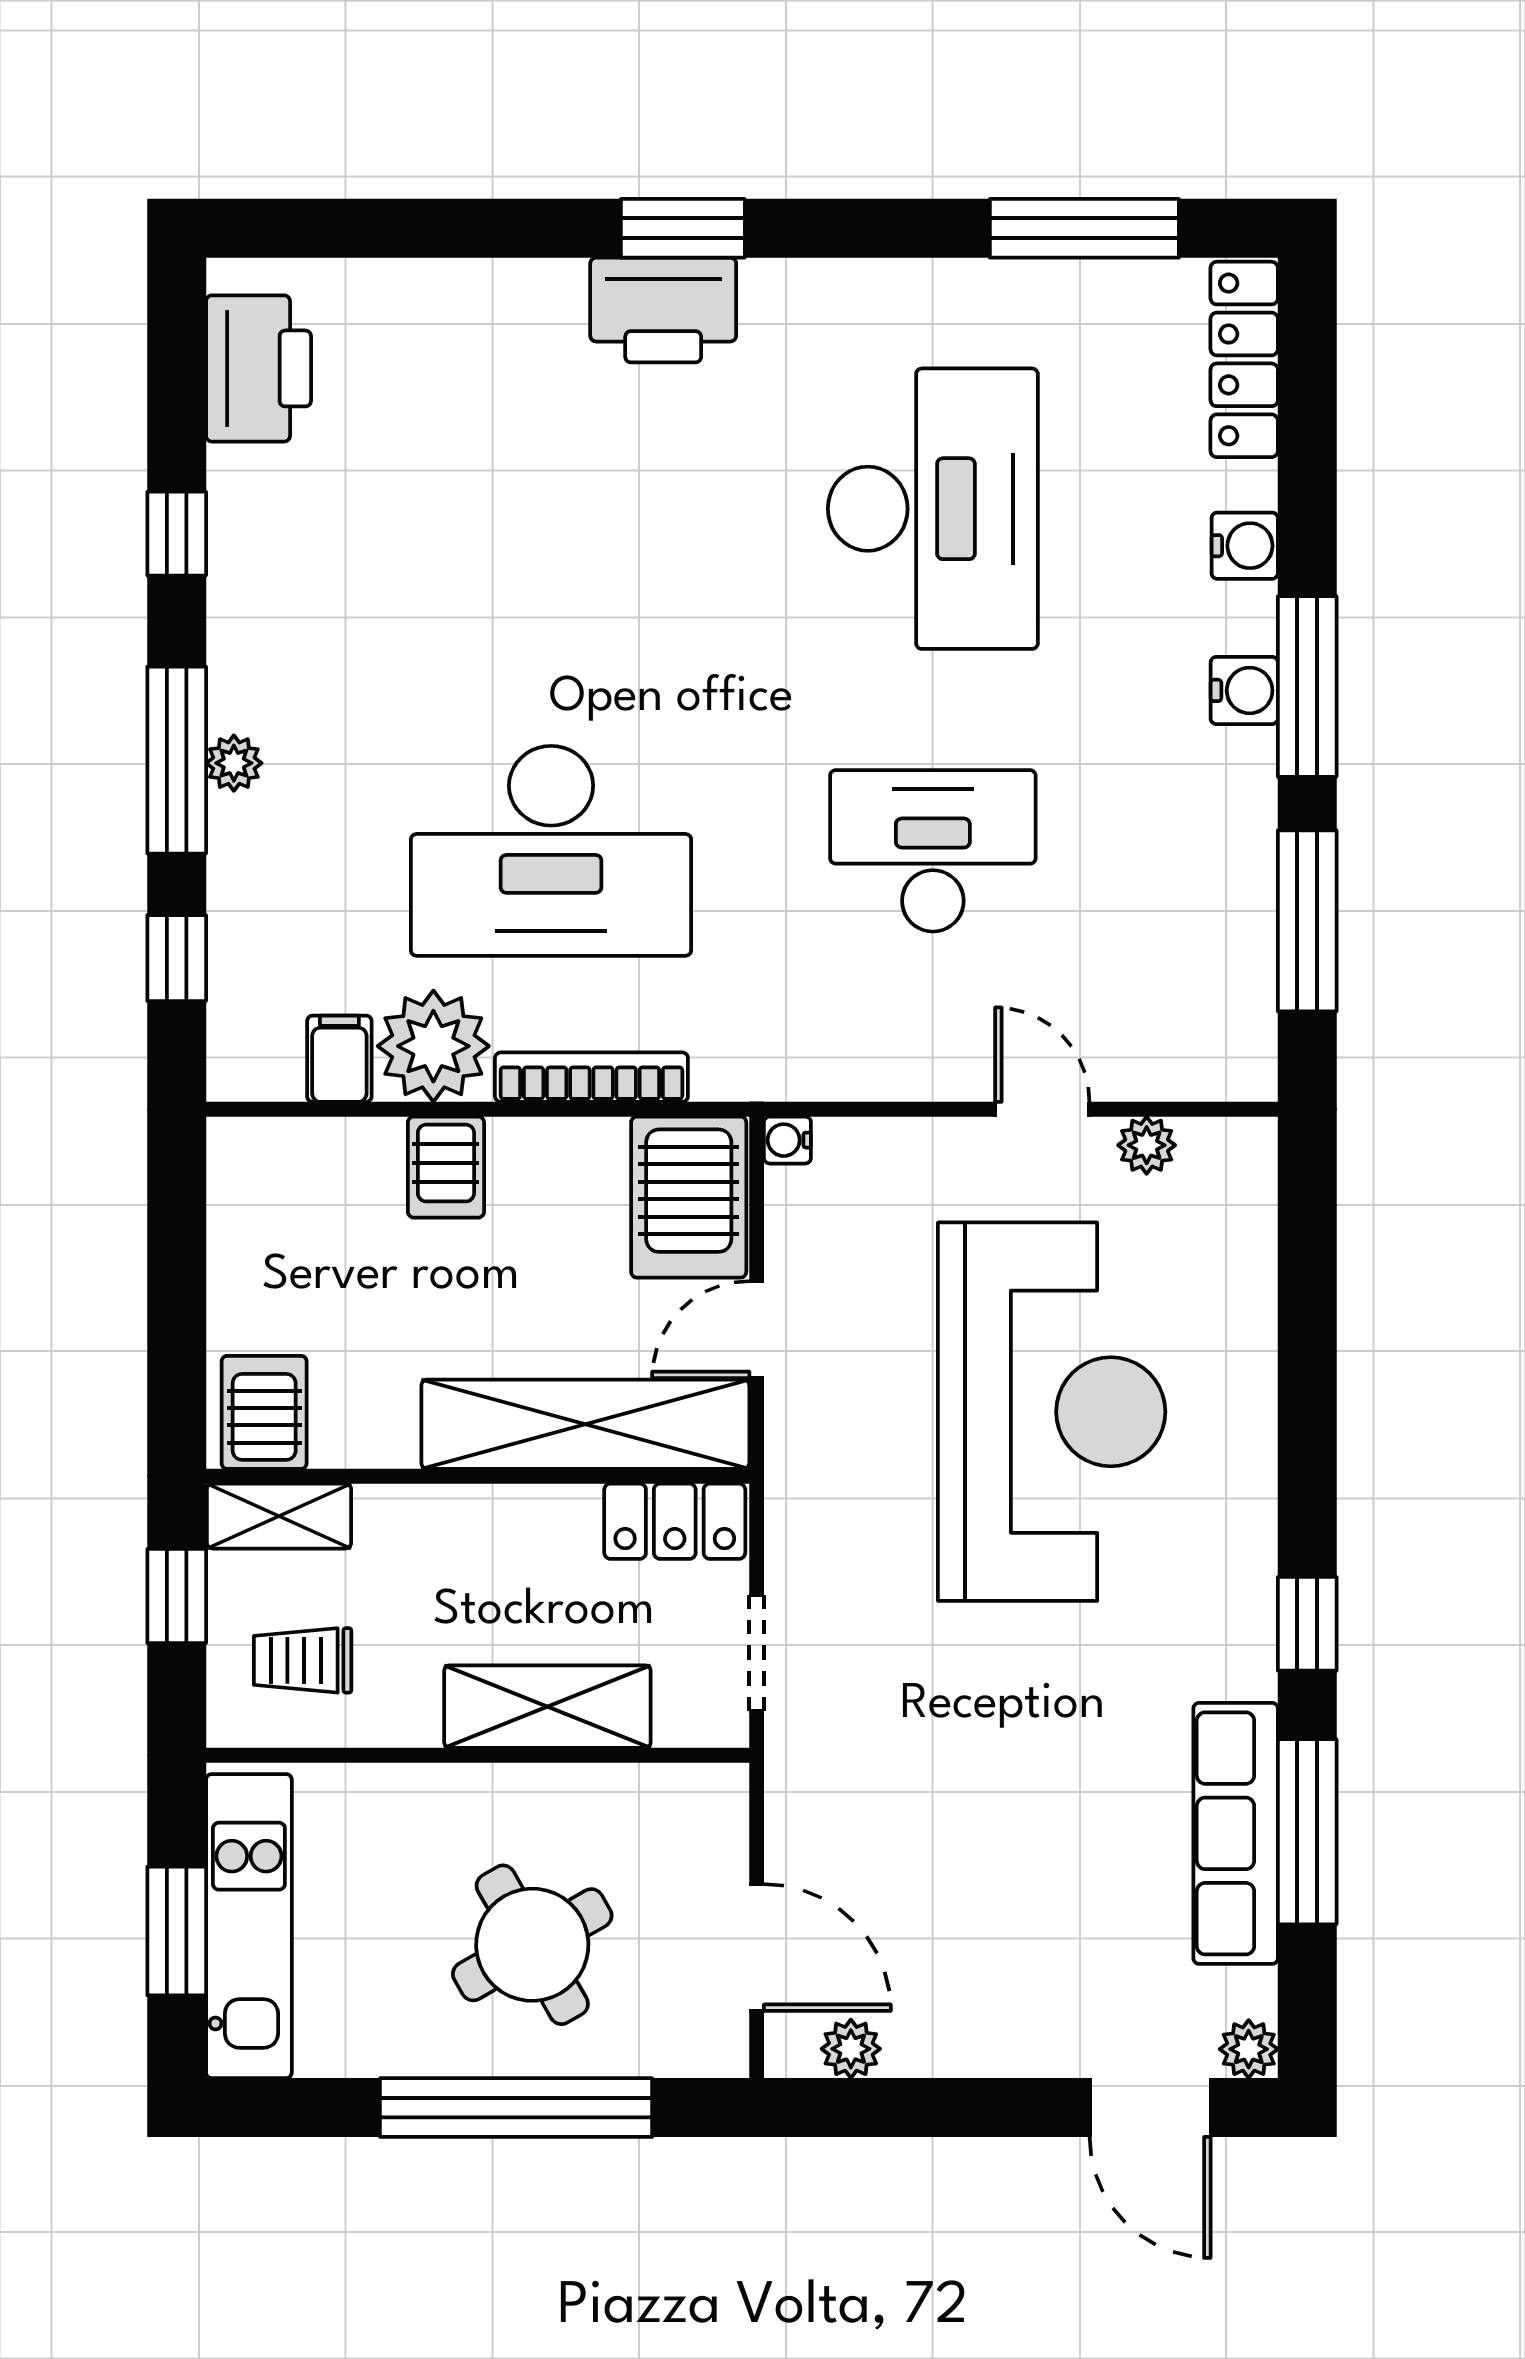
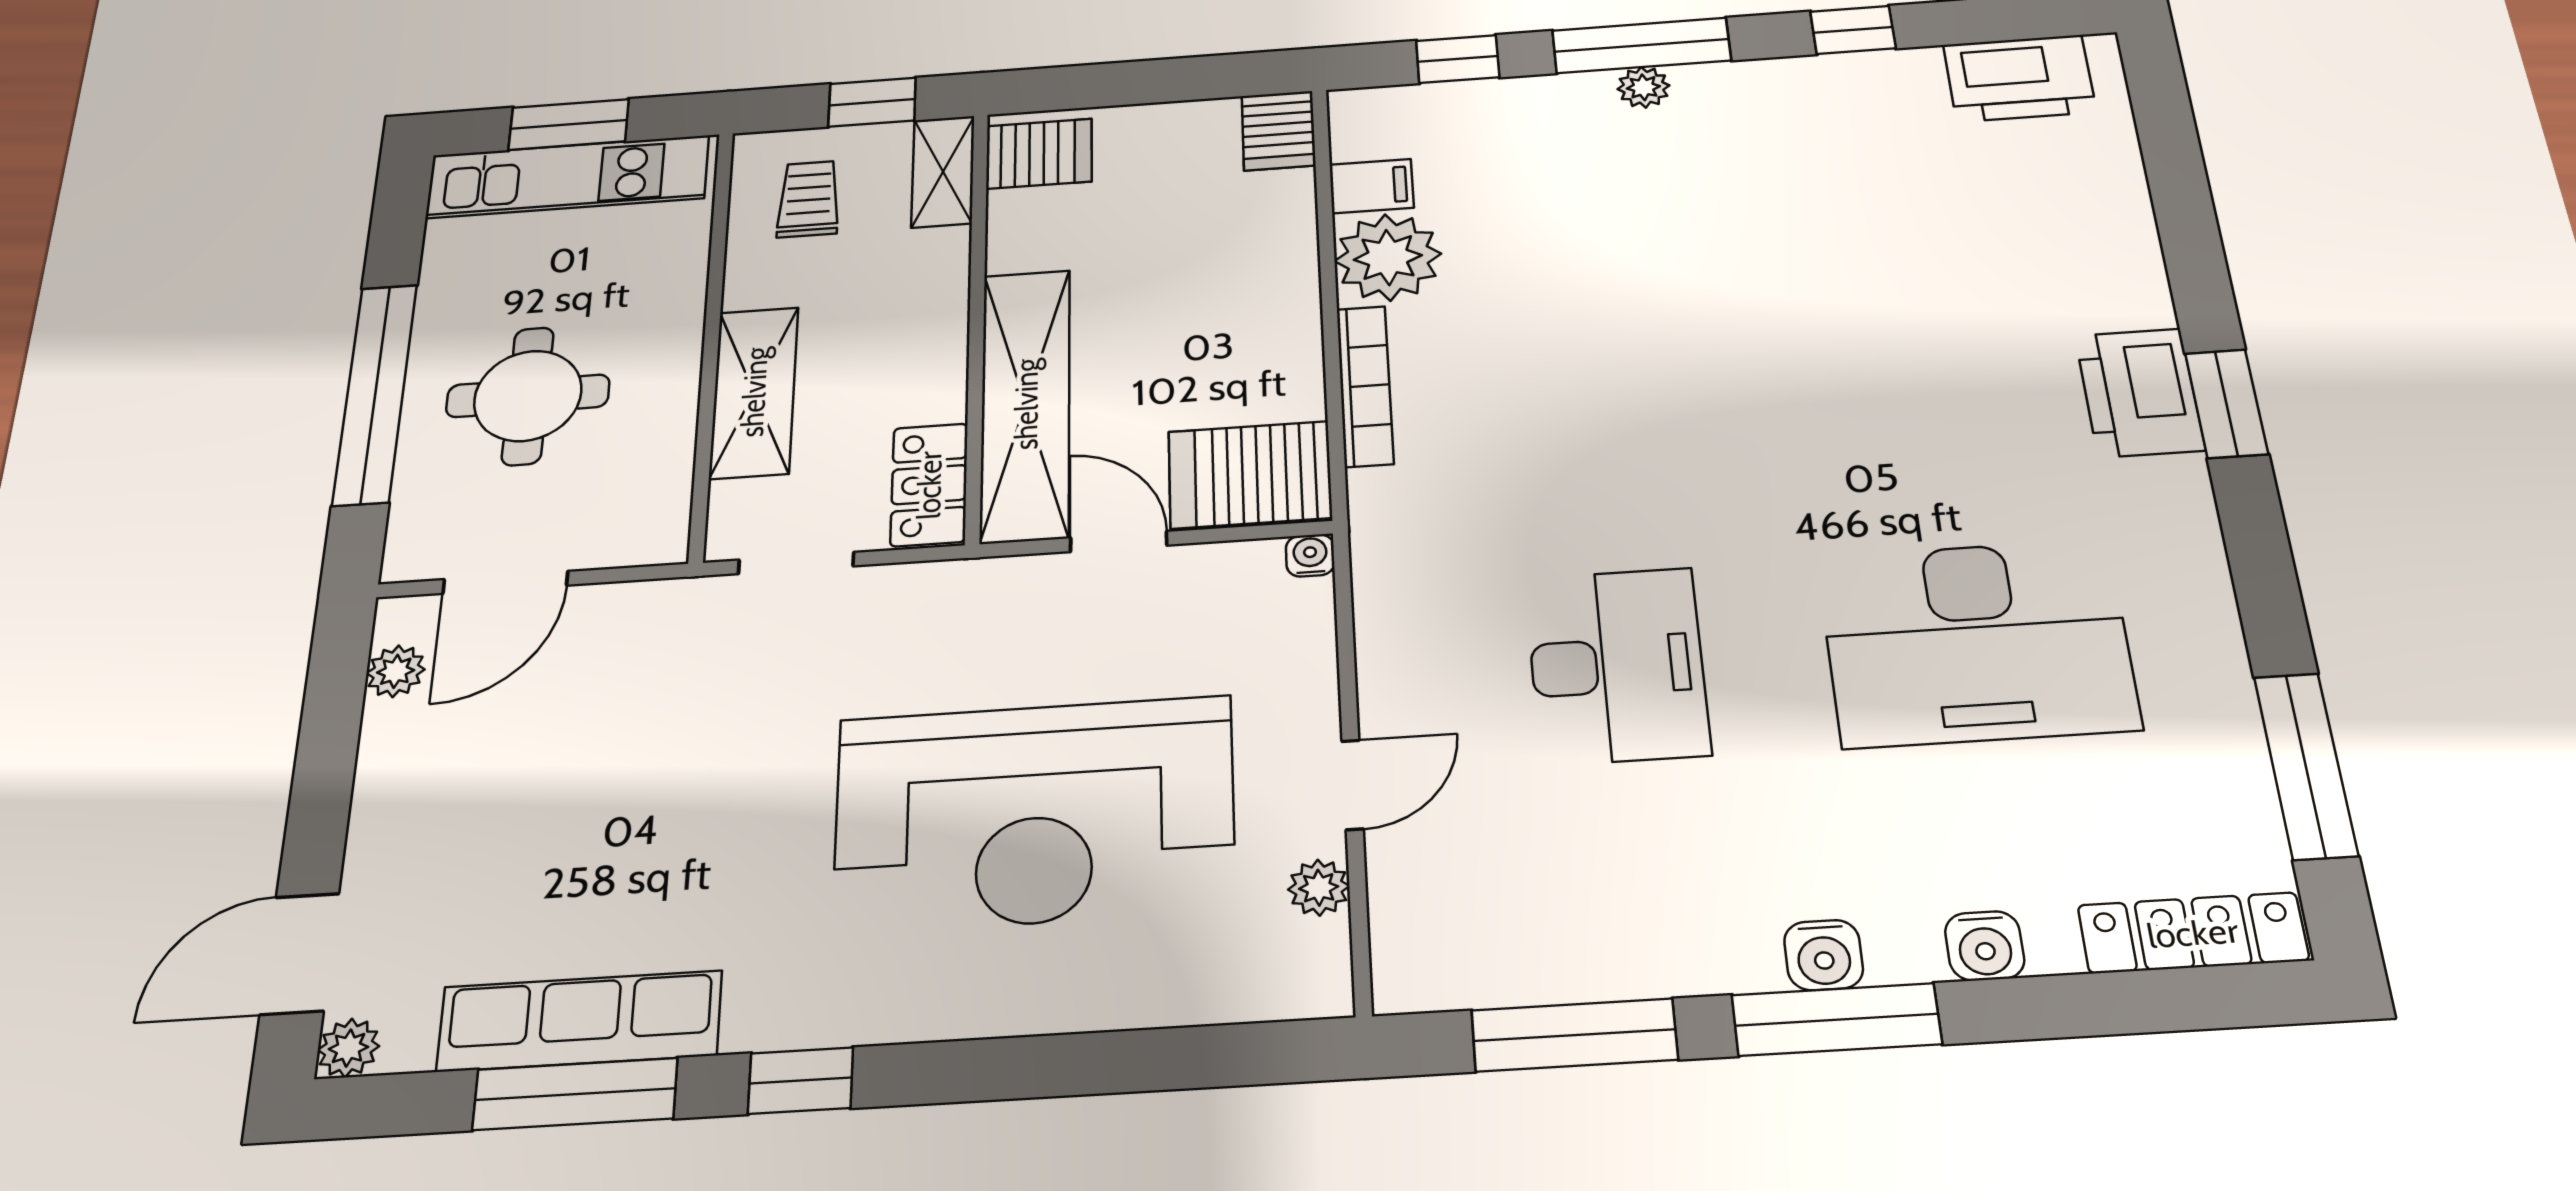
desk: (551, 851) -> (1585, 338), removed
server rack: (446, 1167) -> (1278, 131), moved, turned -90
round table: (532, 1945) -> (528, 396), turned 30

